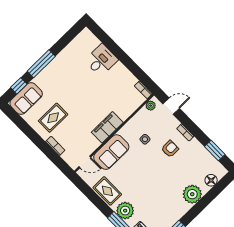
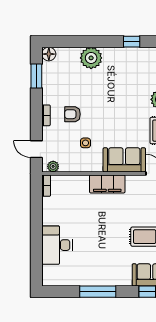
desk: (101, 60) -> (57, 245), width x1.37
window: (41, 64) -> (98, 292), moved
floor lamp: (211, 180) -> (49, 54), moved

